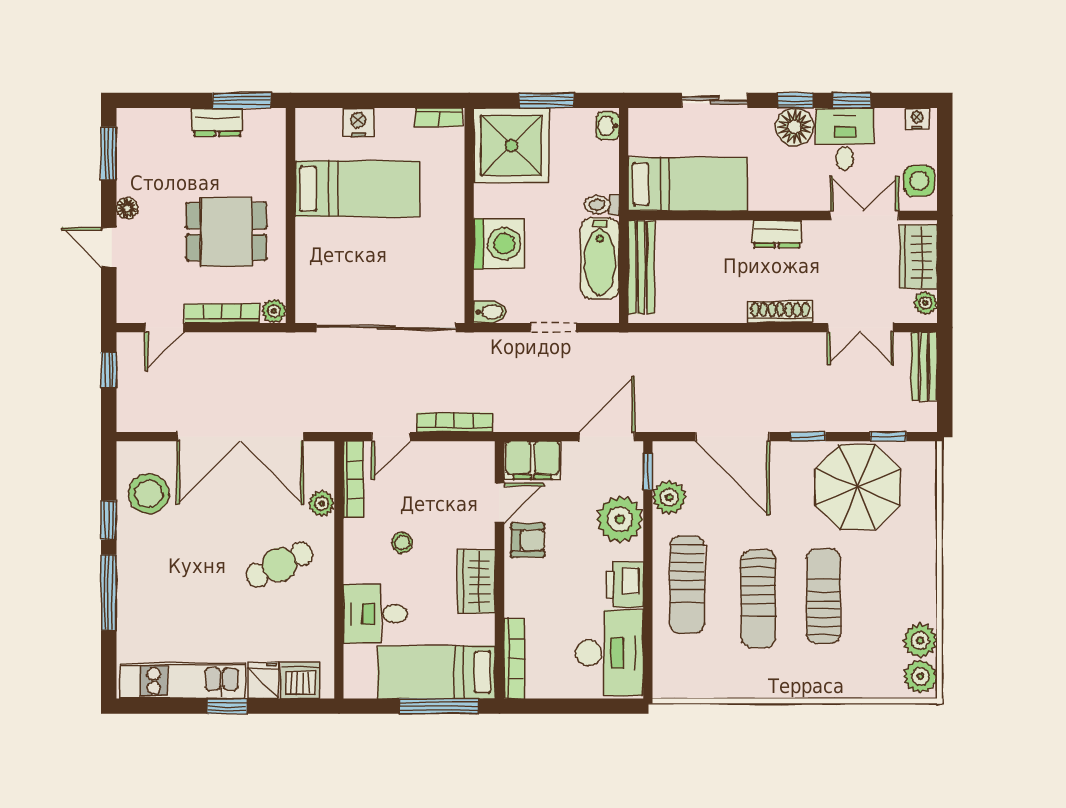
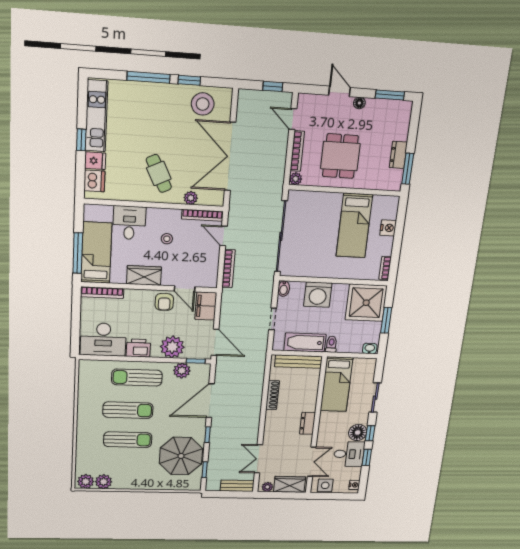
door: (109, 247) -> (339, 91), hinge flipped
shoe rack: (780, 312) -> (273, 395), moved
sun lounger: (758, 599) -> (128, 410), turned 180

